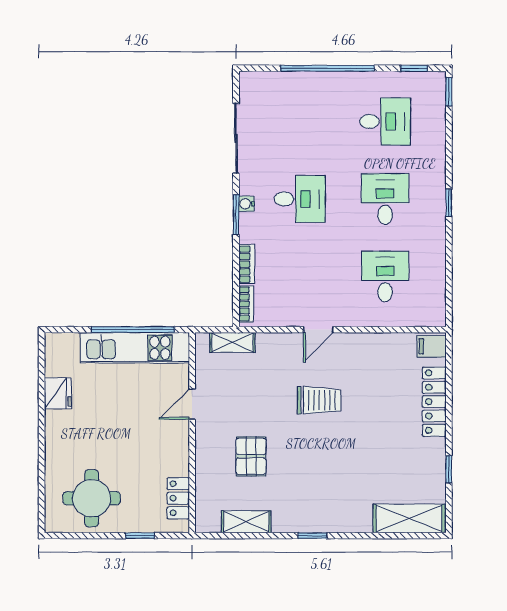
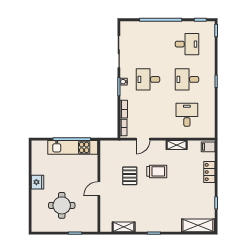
desk: (300, 199) -> (148, 79), turned 180
desk: (385, 199) -> (187, 79), turned -90
door: (318, 330) -> (143, 139), moved
shelving: (232, 343) -> (177, 145), moved
fridge: (58, 393) -> (37, 182), moved
locker: (434, 402) -> (209, 172), width x0.66
door: (192, 404) -> (99, 189), moved
pallet: (251, 456) -> (130, 176), moved
round table: (92, 498) -> (62, 205), moved
locker: (178, 498) -> (92, 216), removed

